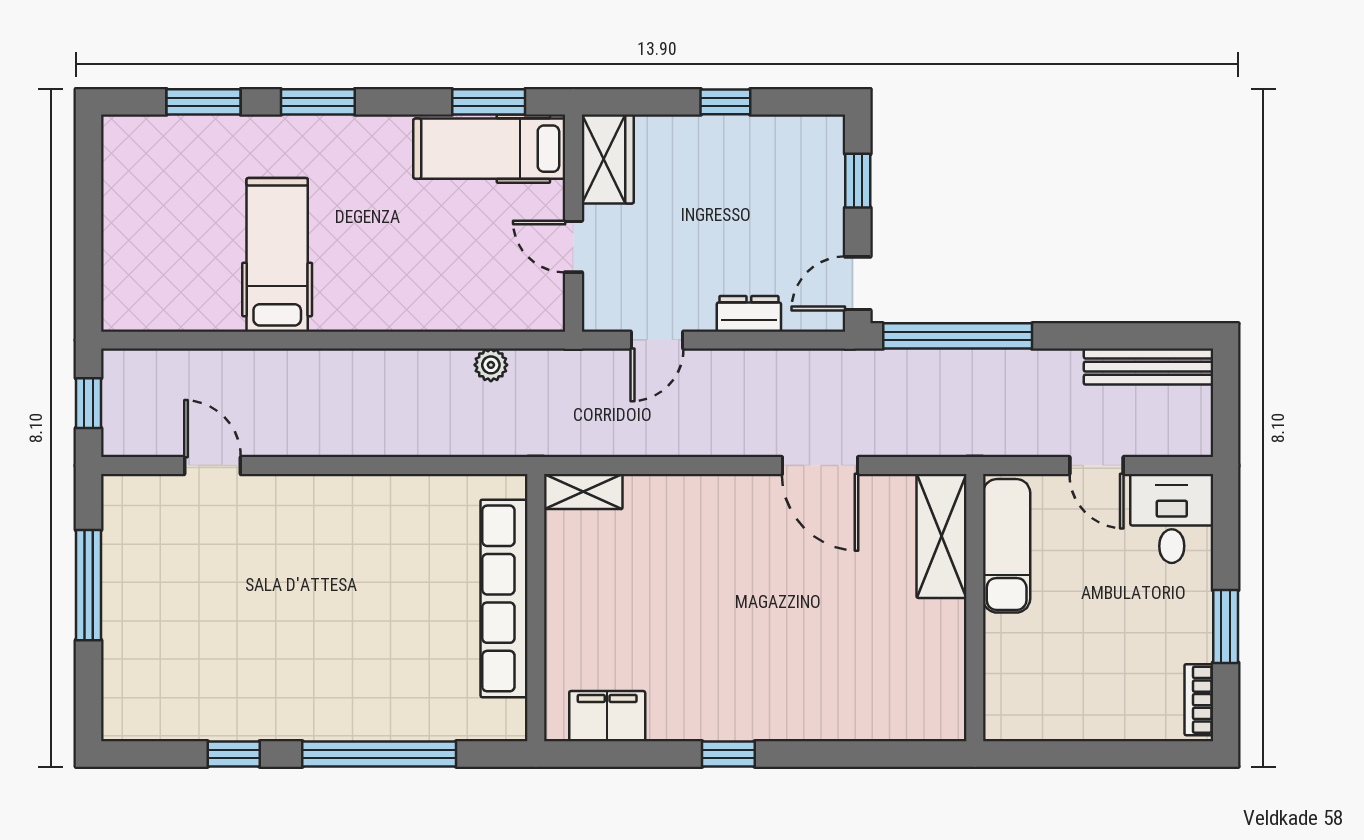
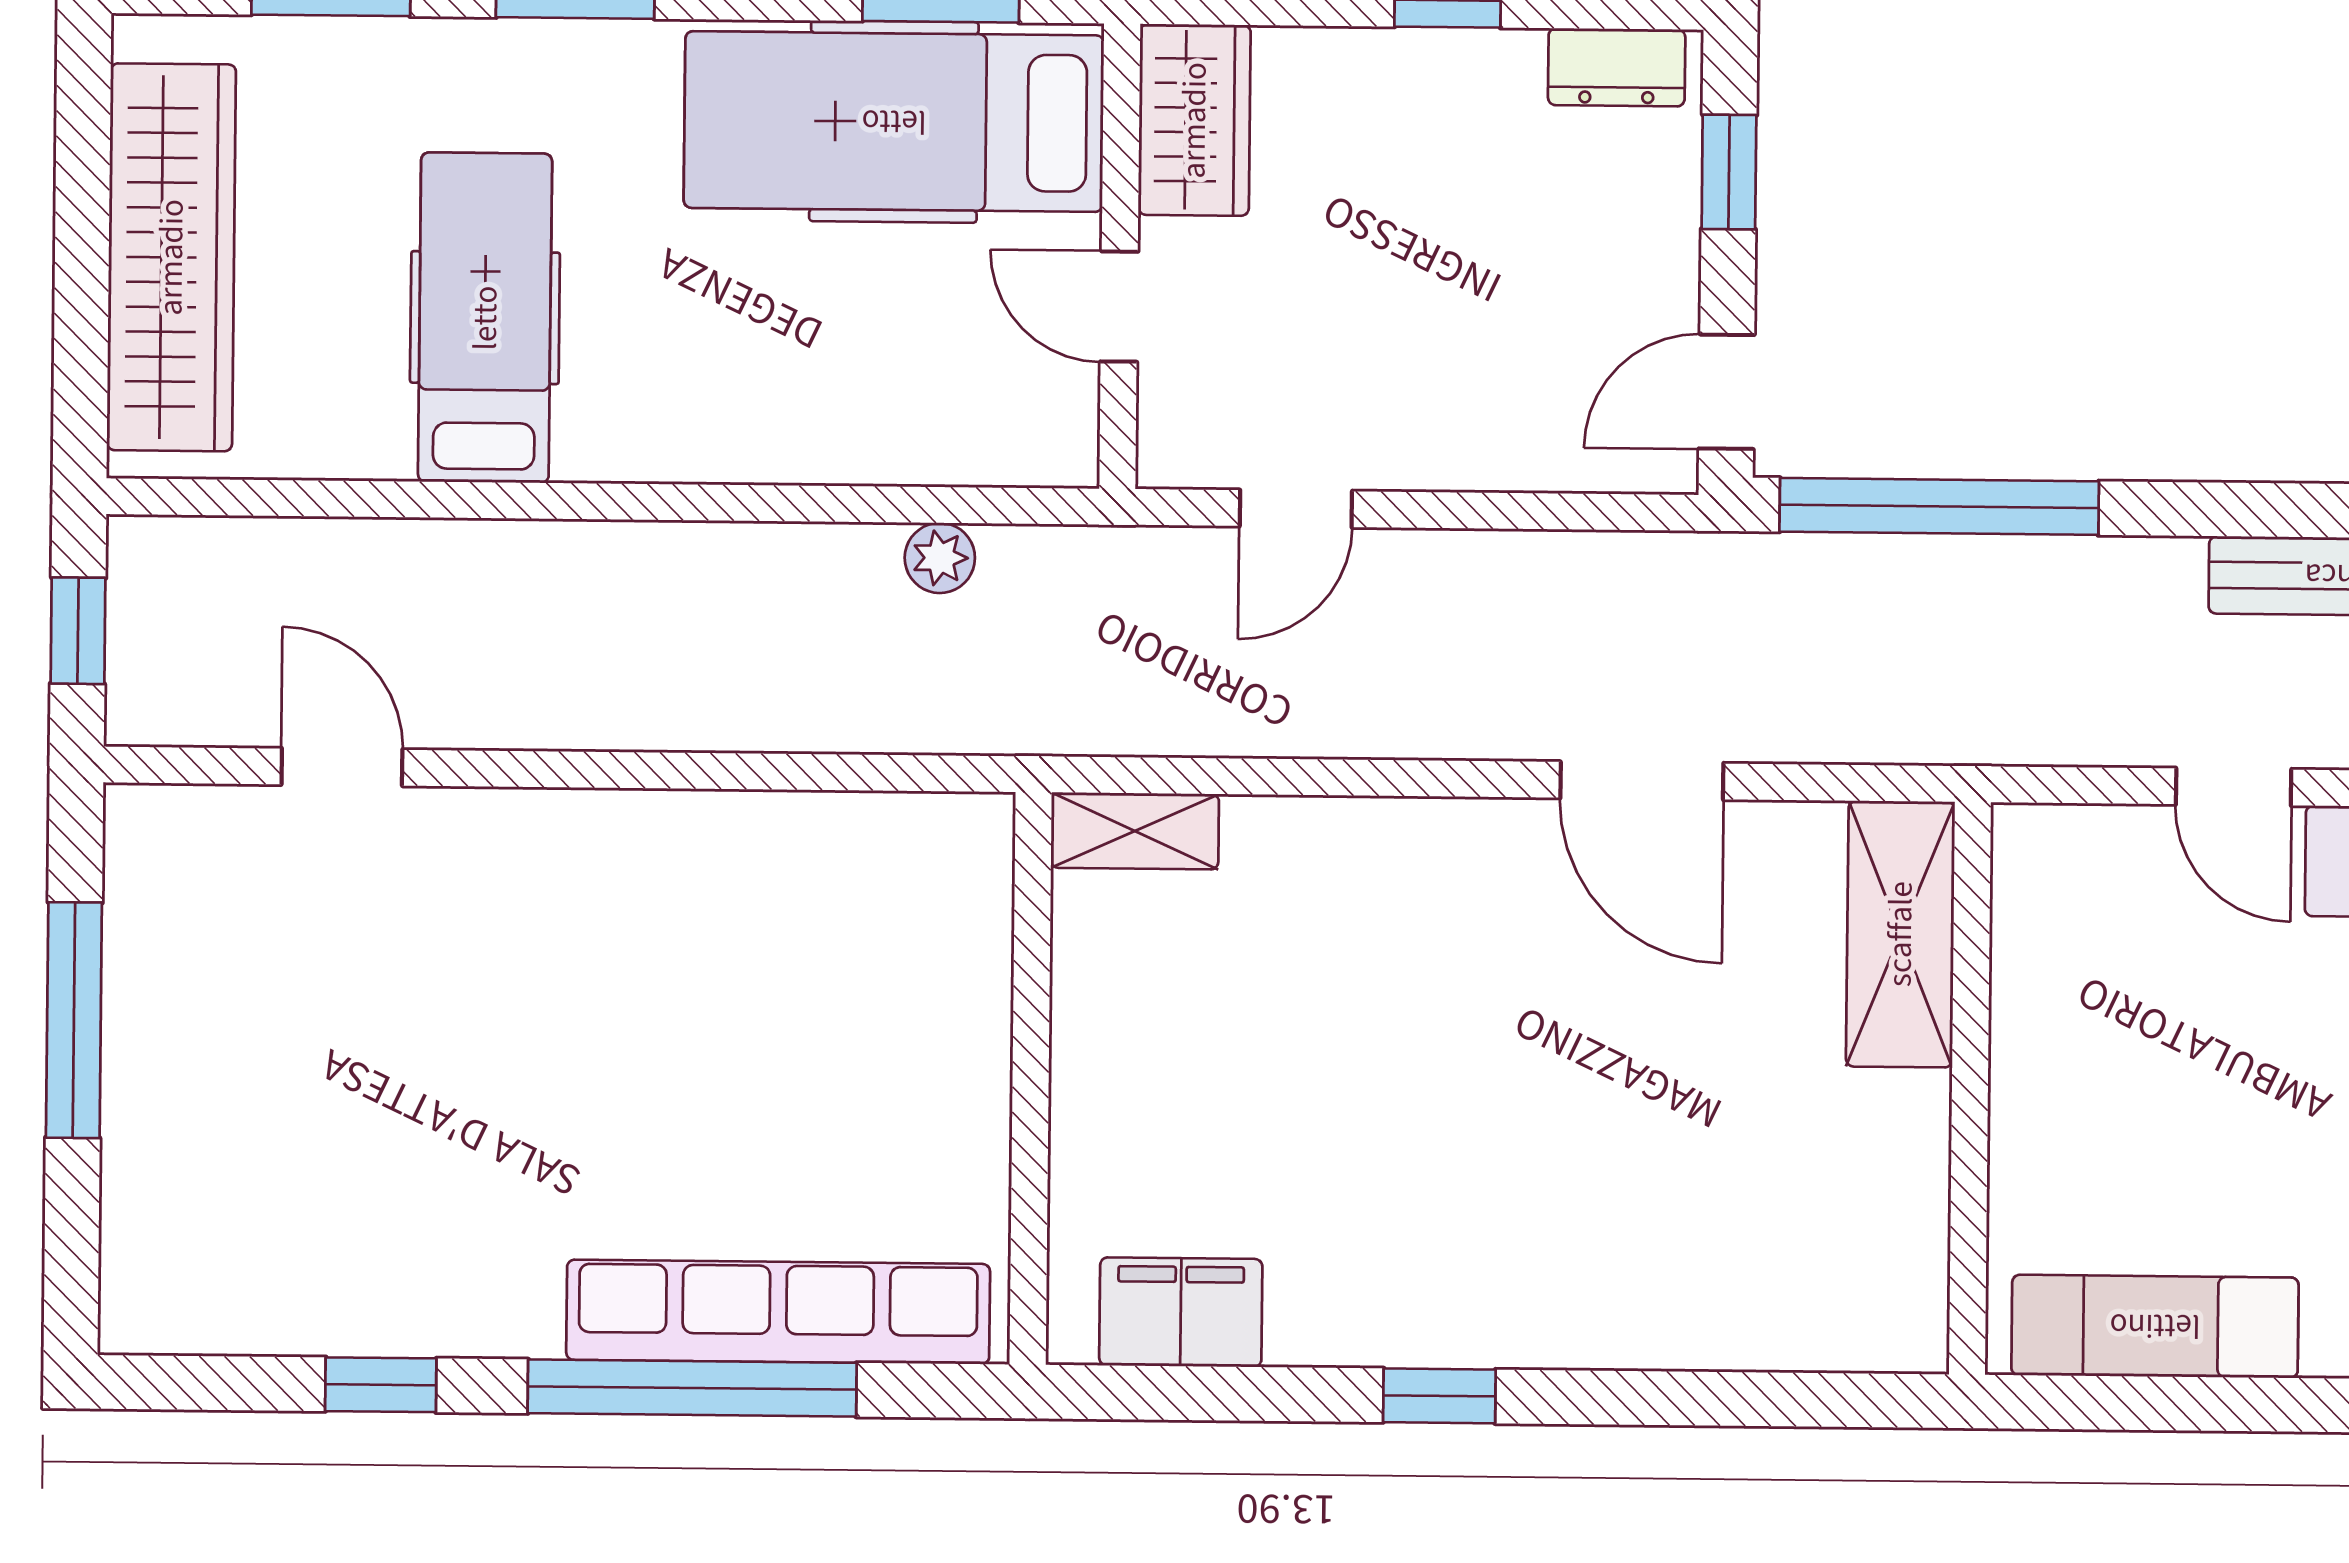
hospital bed: (489, 149) -> (894, 122), width x1.37, depth x1.29
wardrobe: (130, 228) -> (171, 257), added
dresser: (749, 314) -> (1617, 67), moved, turned 180
exam couch: (1007, 546) -> (2155, 1326), moved, turned -90
row of seats: (504, 598) -> (778, 1312), moved, turned 90

